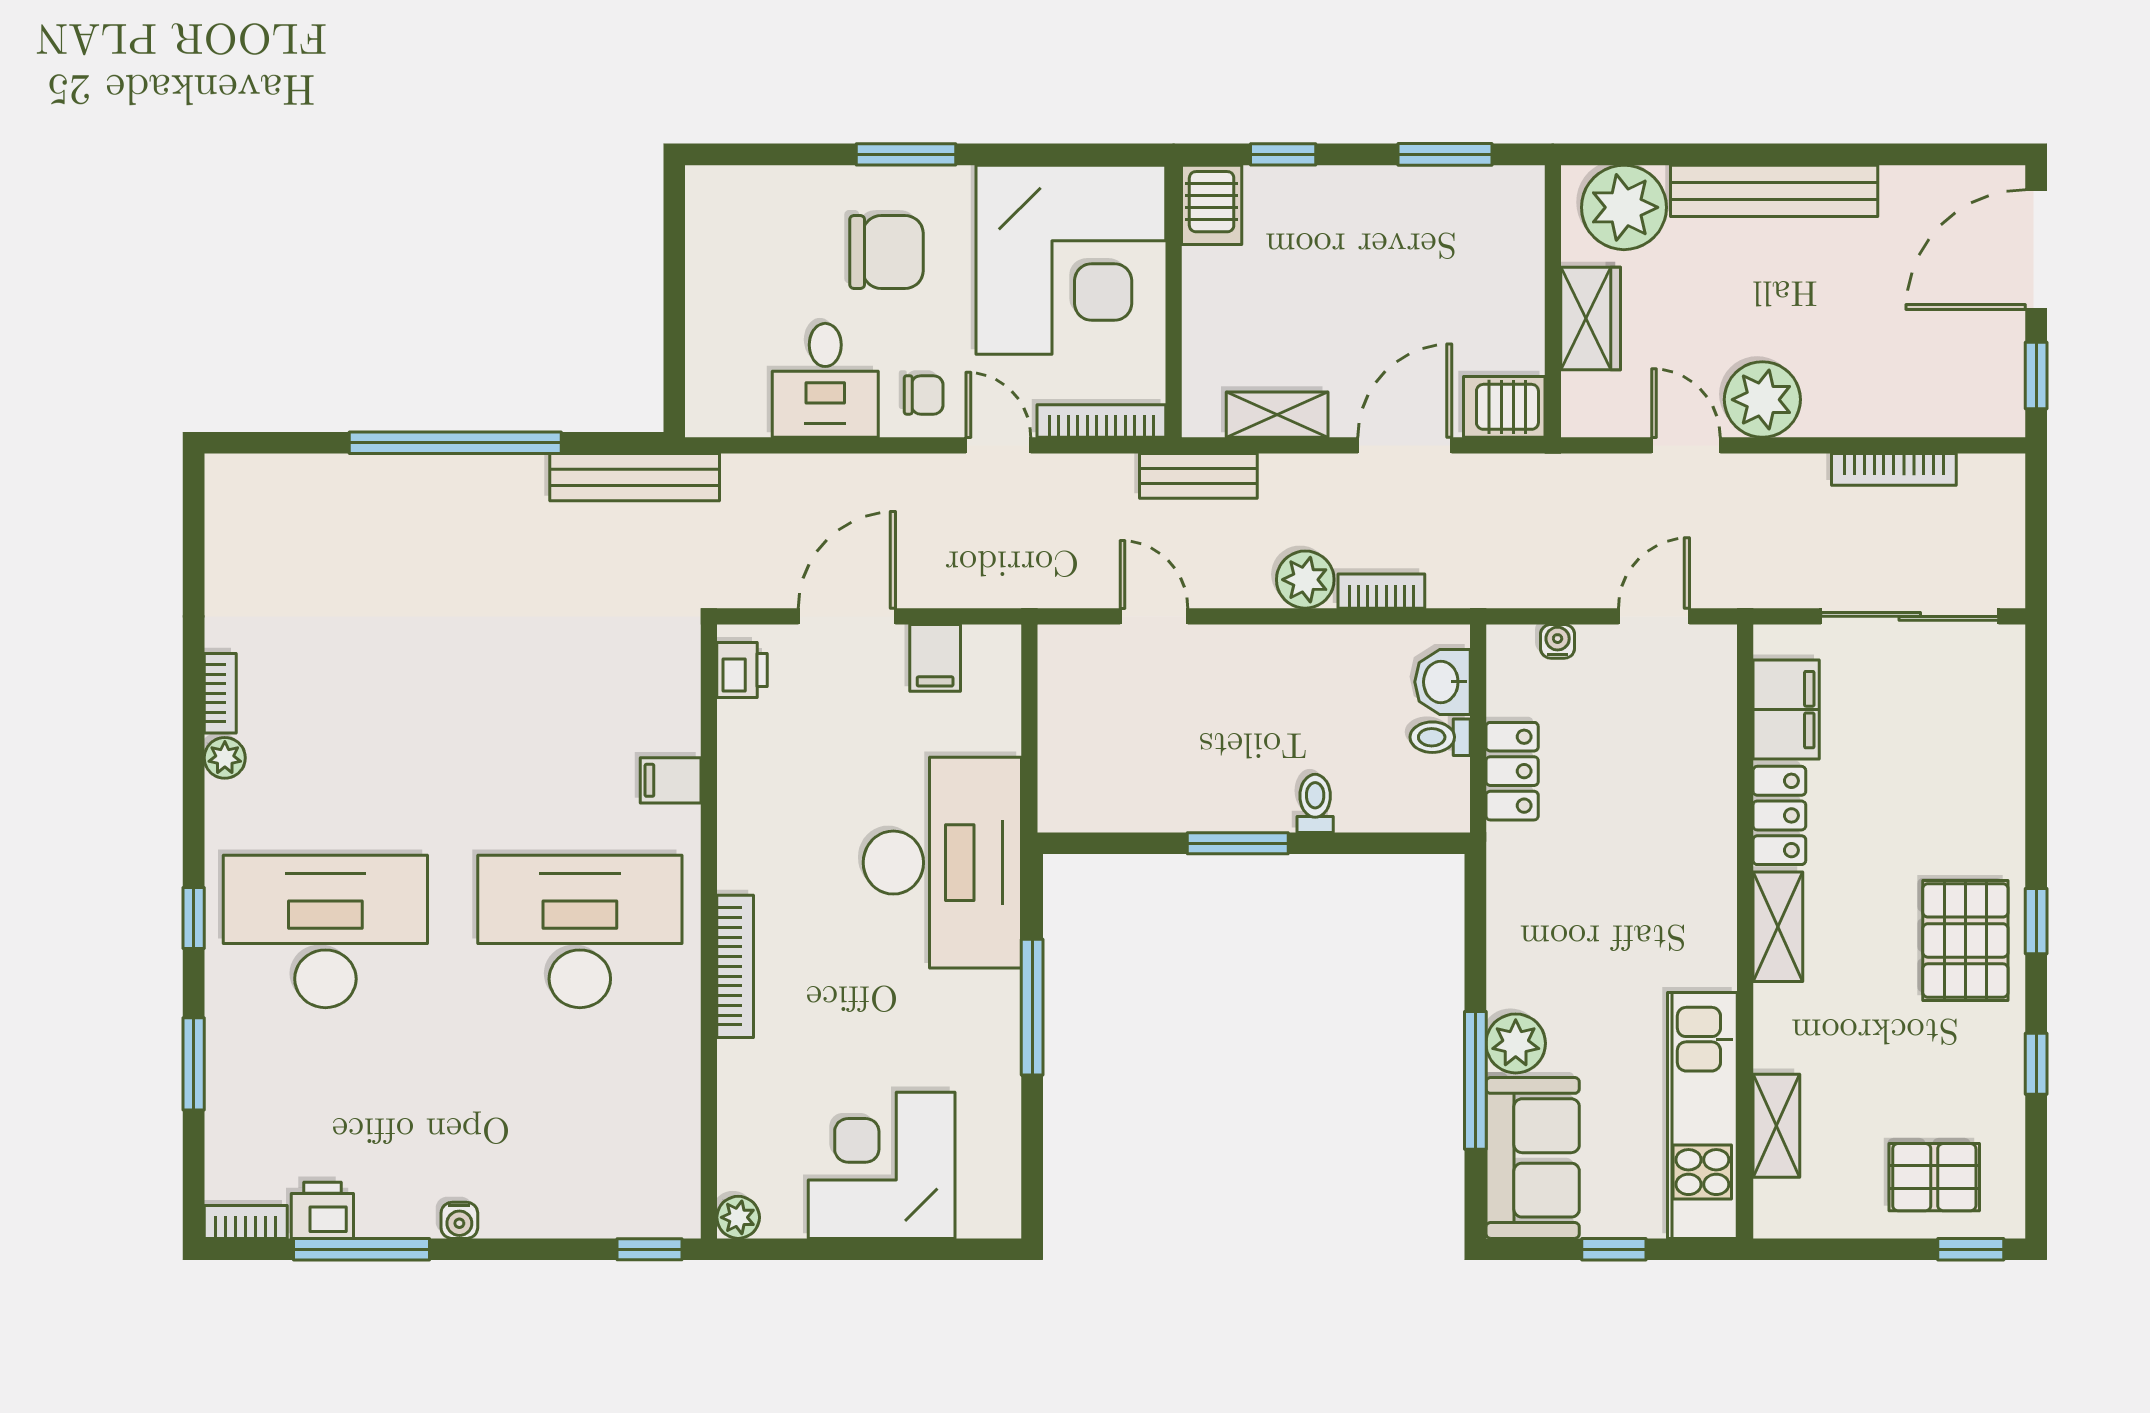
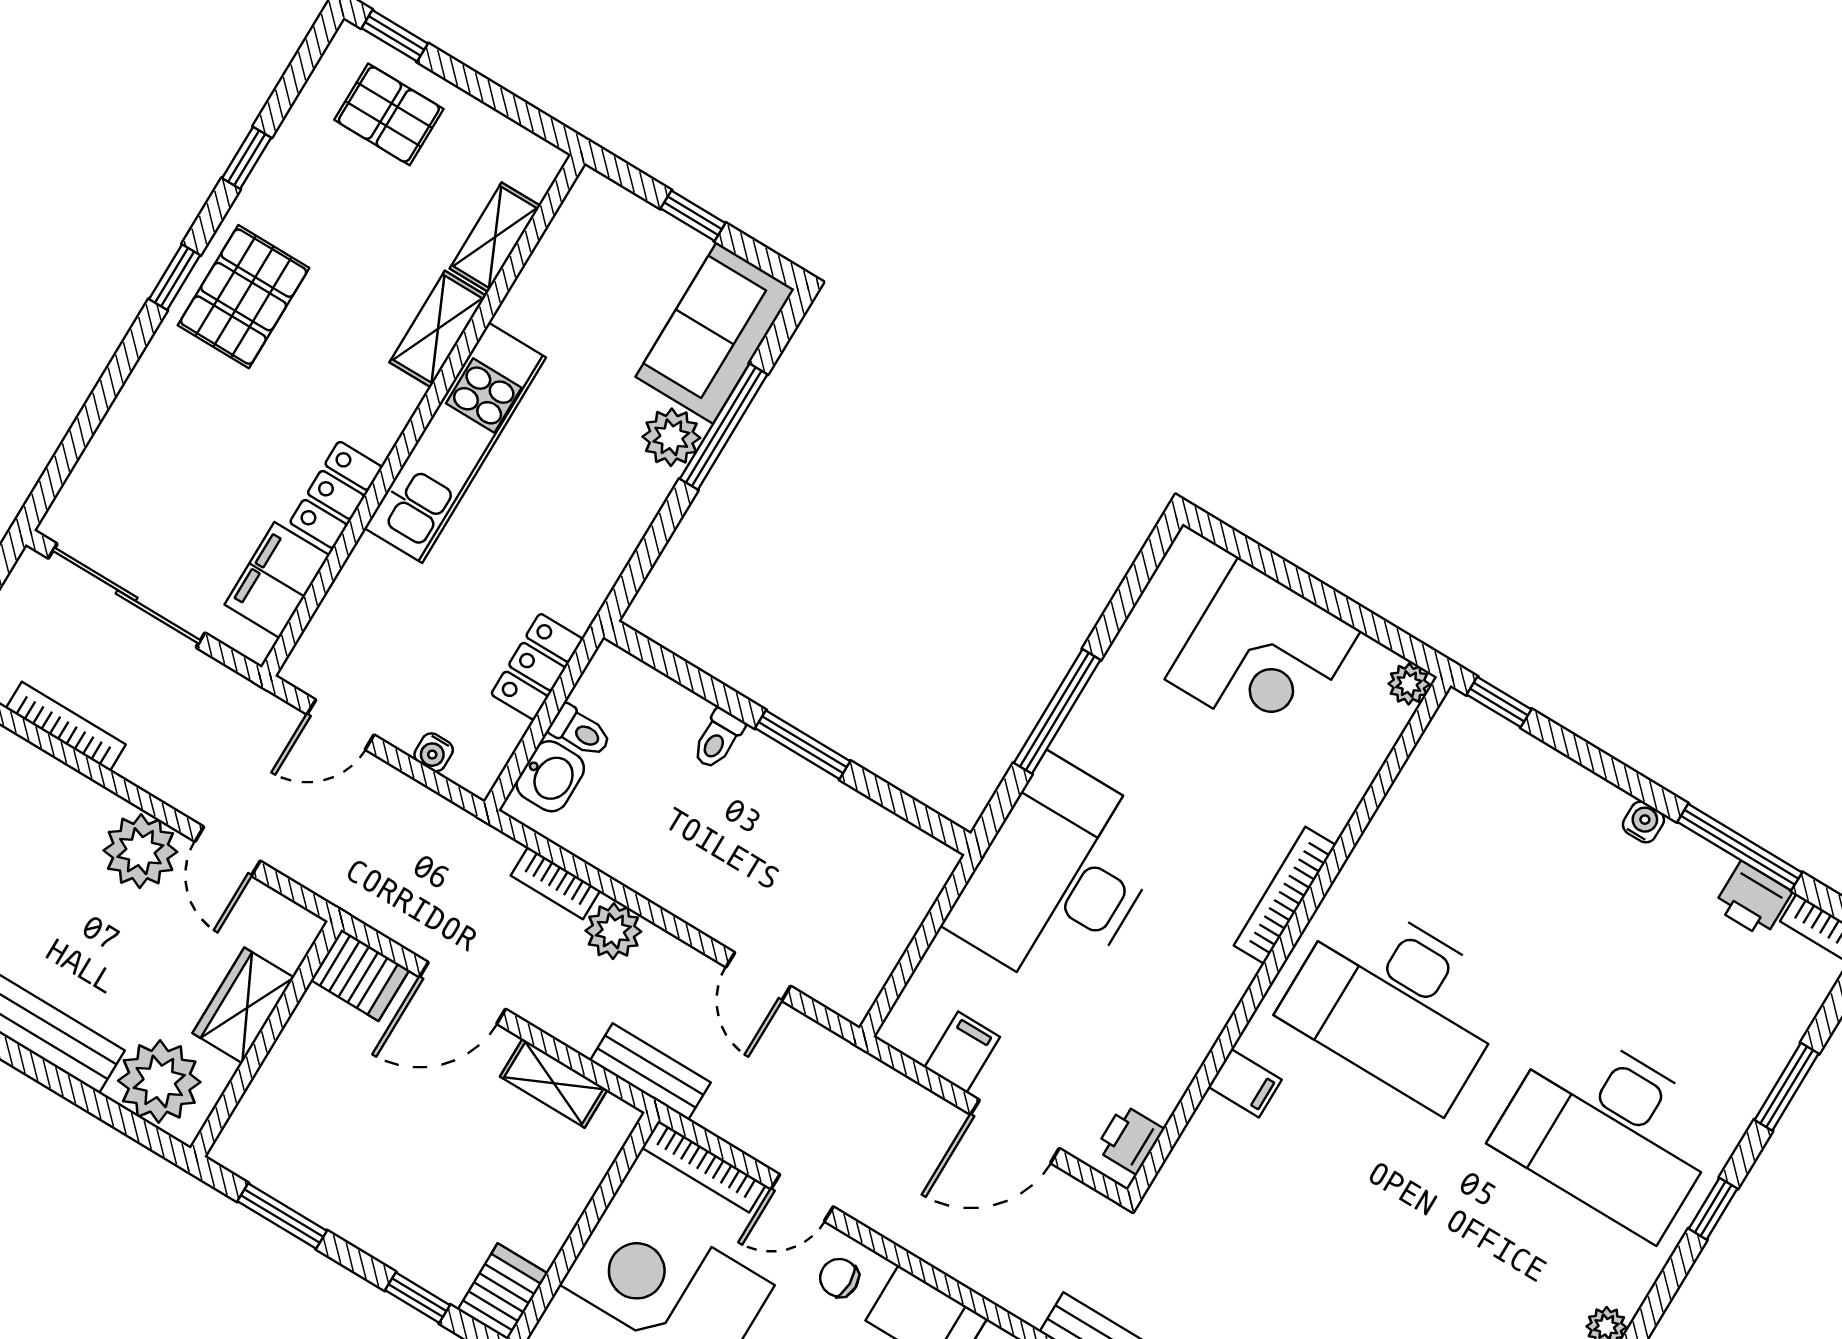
door: (998, 445) -> (802, 1198), hinge flipped
shelving: (1778, 927) -> (438, 329), moved
kitchen unit: (1702, 1115) -> (455, 443), moved

